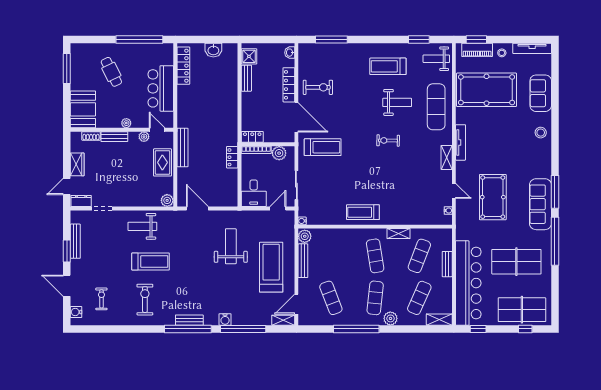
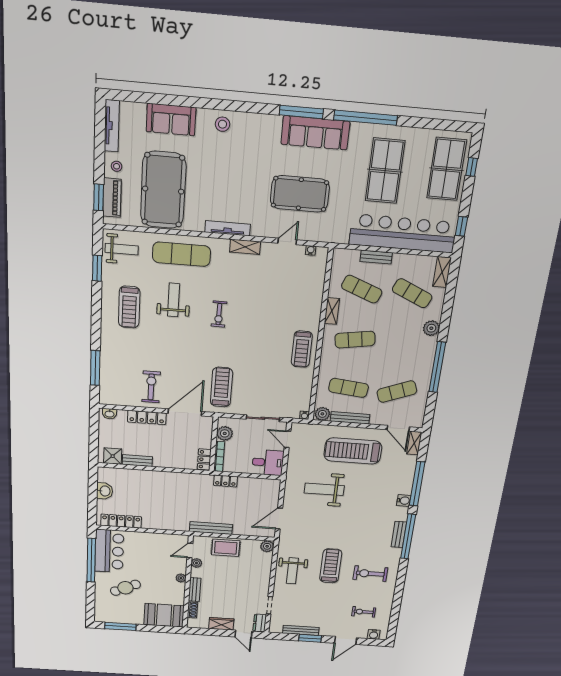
weight bench: (436, 59) -> (122, 249), turned -90
bar counter: (161, 88) -> (109, 551), moved, turned -90
exercise mat: (375, 298) -> (349, 388), moved

